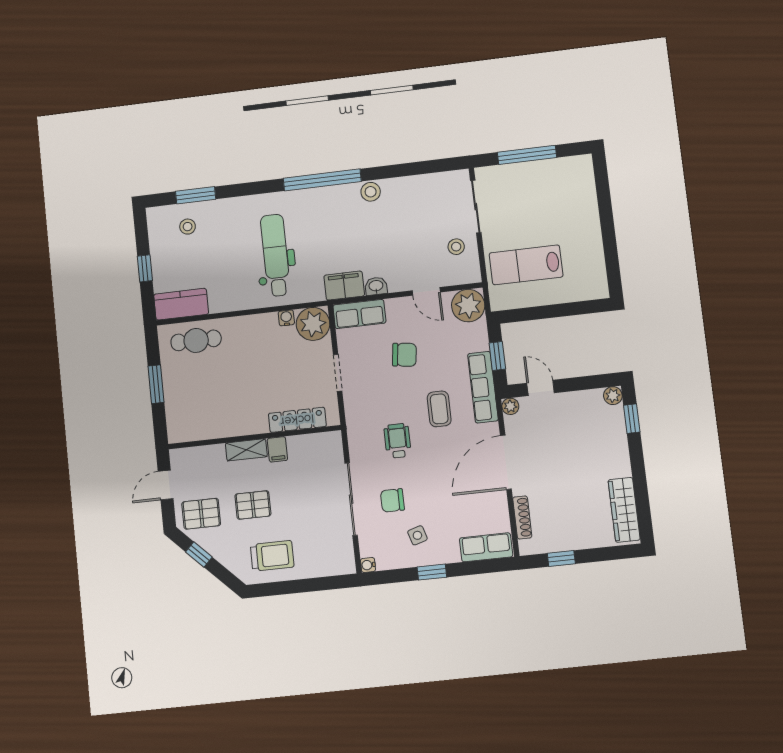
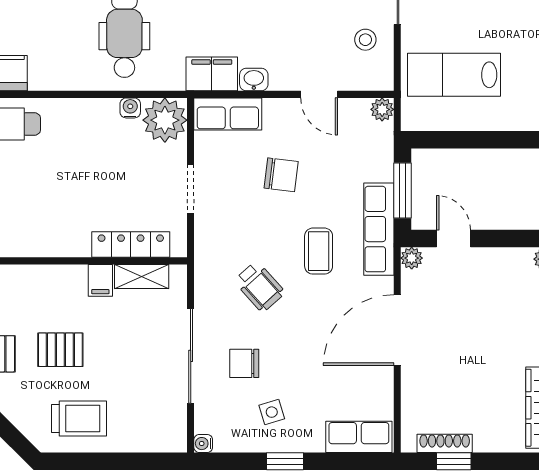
plant: (468, 306) -> (382, 109), width x0.53, depth x0.53
window: (497, 356) -> (402, 190), width x1.50
wheelchair: (398, 441) -> (259, 287), turned 138
shelving: (246, 450) -> (142, 277), moved
shoe rack: (522, 517) -> (445, 443), moved, turned -90

